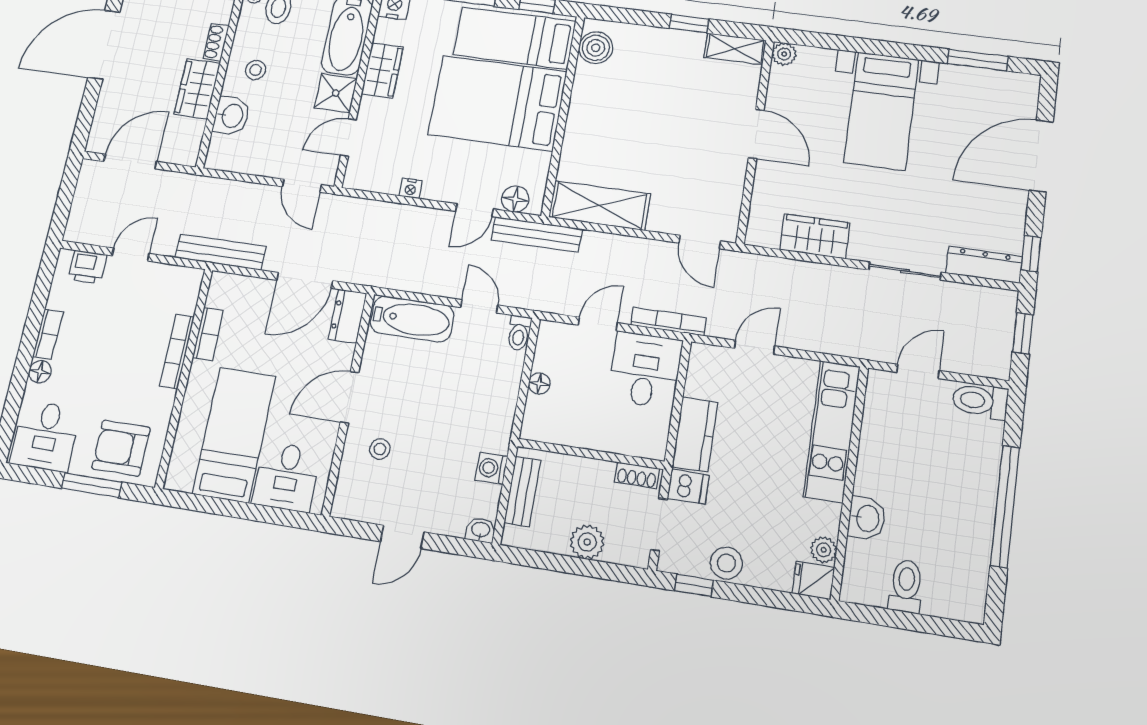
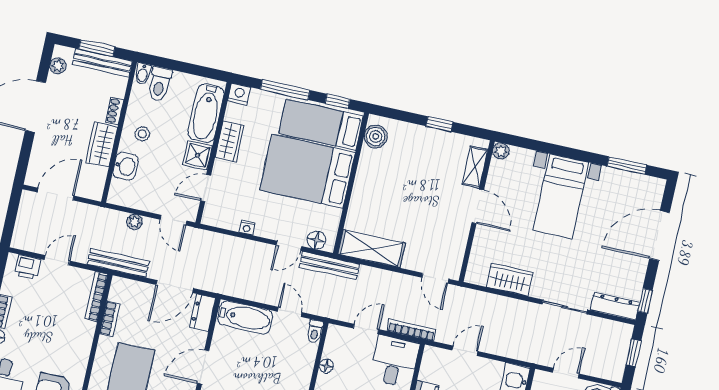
shelving: (735, 49) -> (475, 167), moved, turned 90
plant: (245, 192) -> (135, 222), added
bookcase: (177, 351) -> (96, 297), moved

